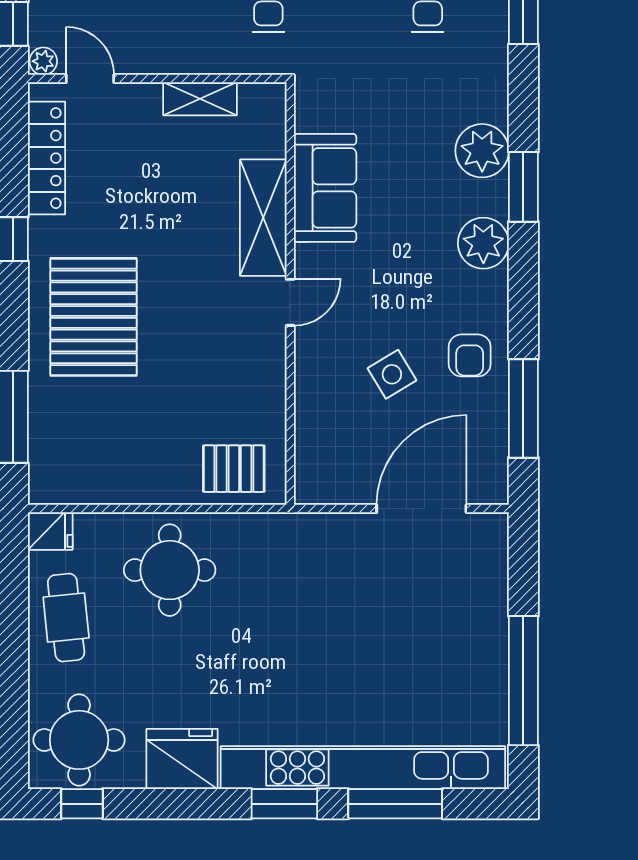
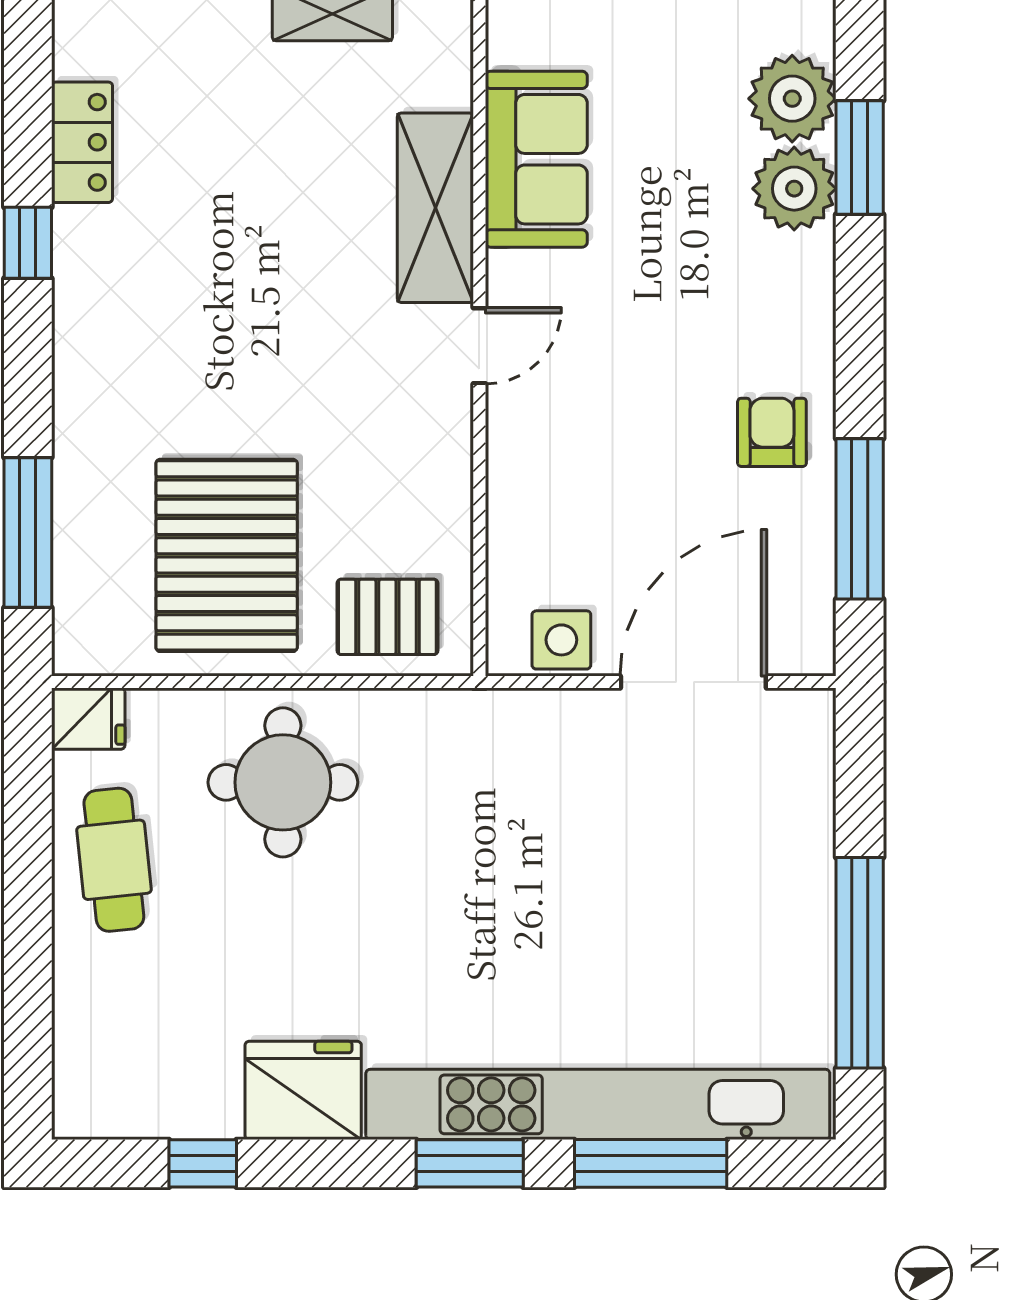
locker: (46, 158) -> (82, 142), width x0.66
plant: (483, 243) -> (794, 189), moved
pallet: (93, 317) -> (227, 555), moved
armchair: (470, 355) -> (772, 432), turned 180
side table: (392, 374) -> (561, 640), moved, turned 31
round table: (79, 740) -> (135, 1059), removed
window: (82, 804) -> (203, 1163), moved

